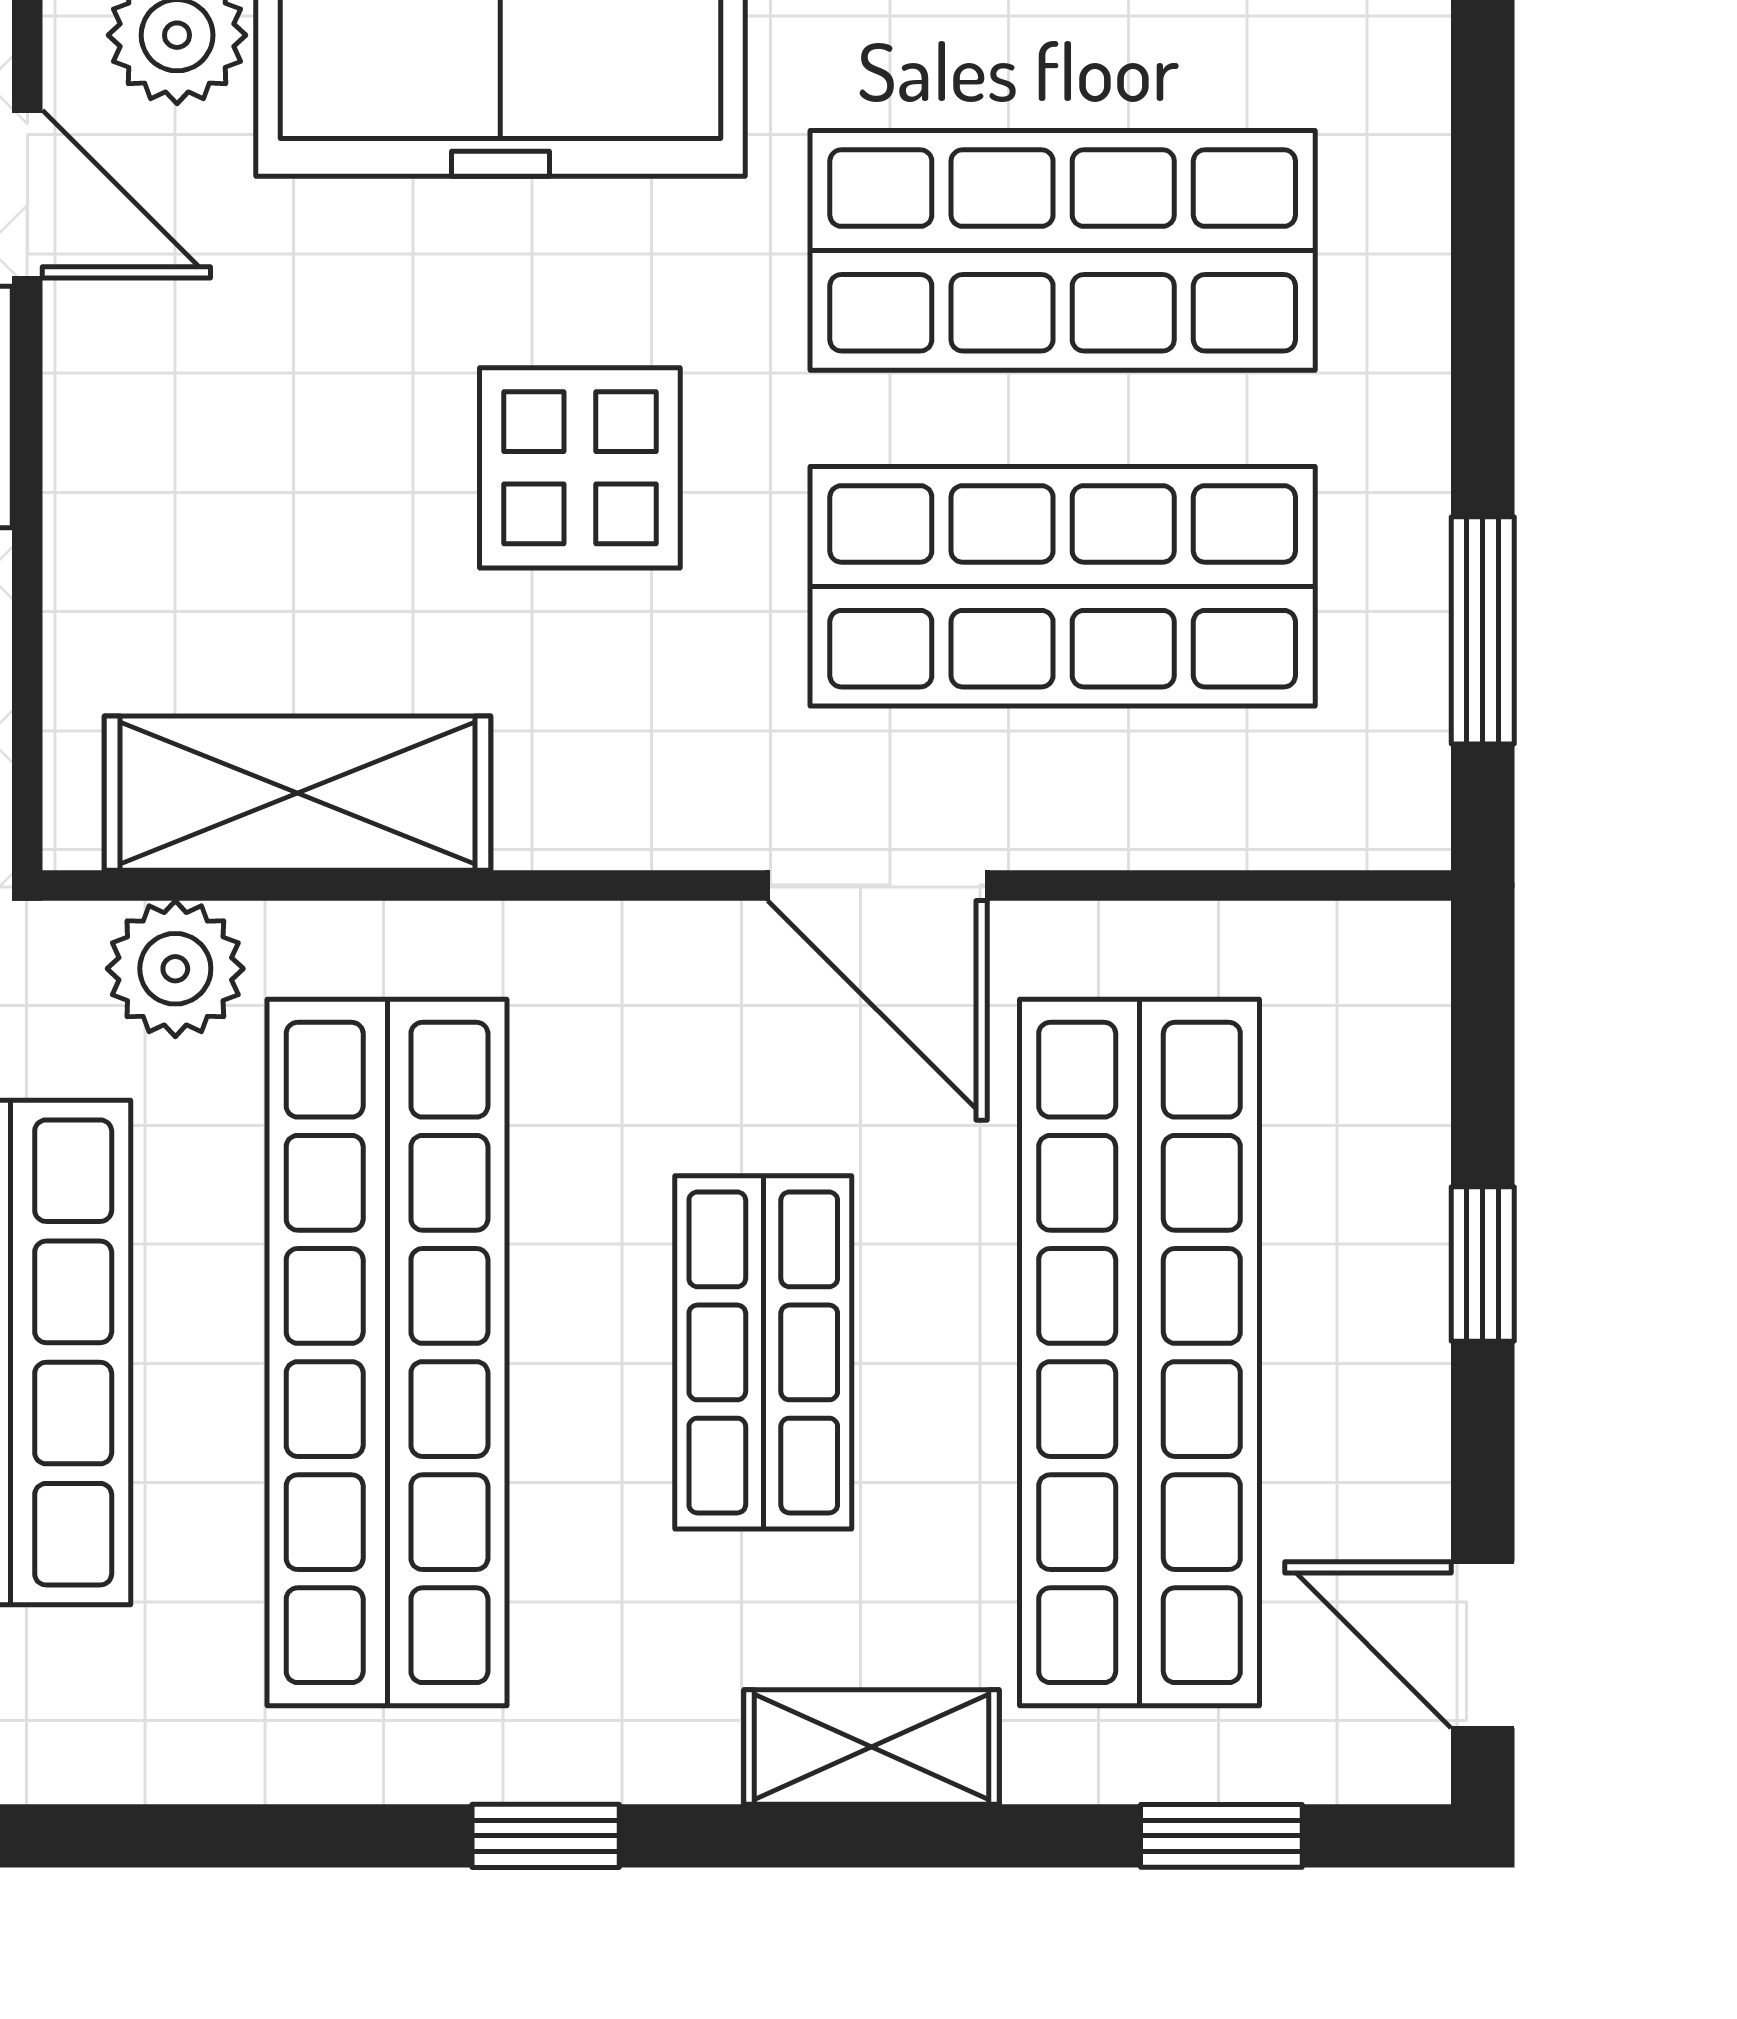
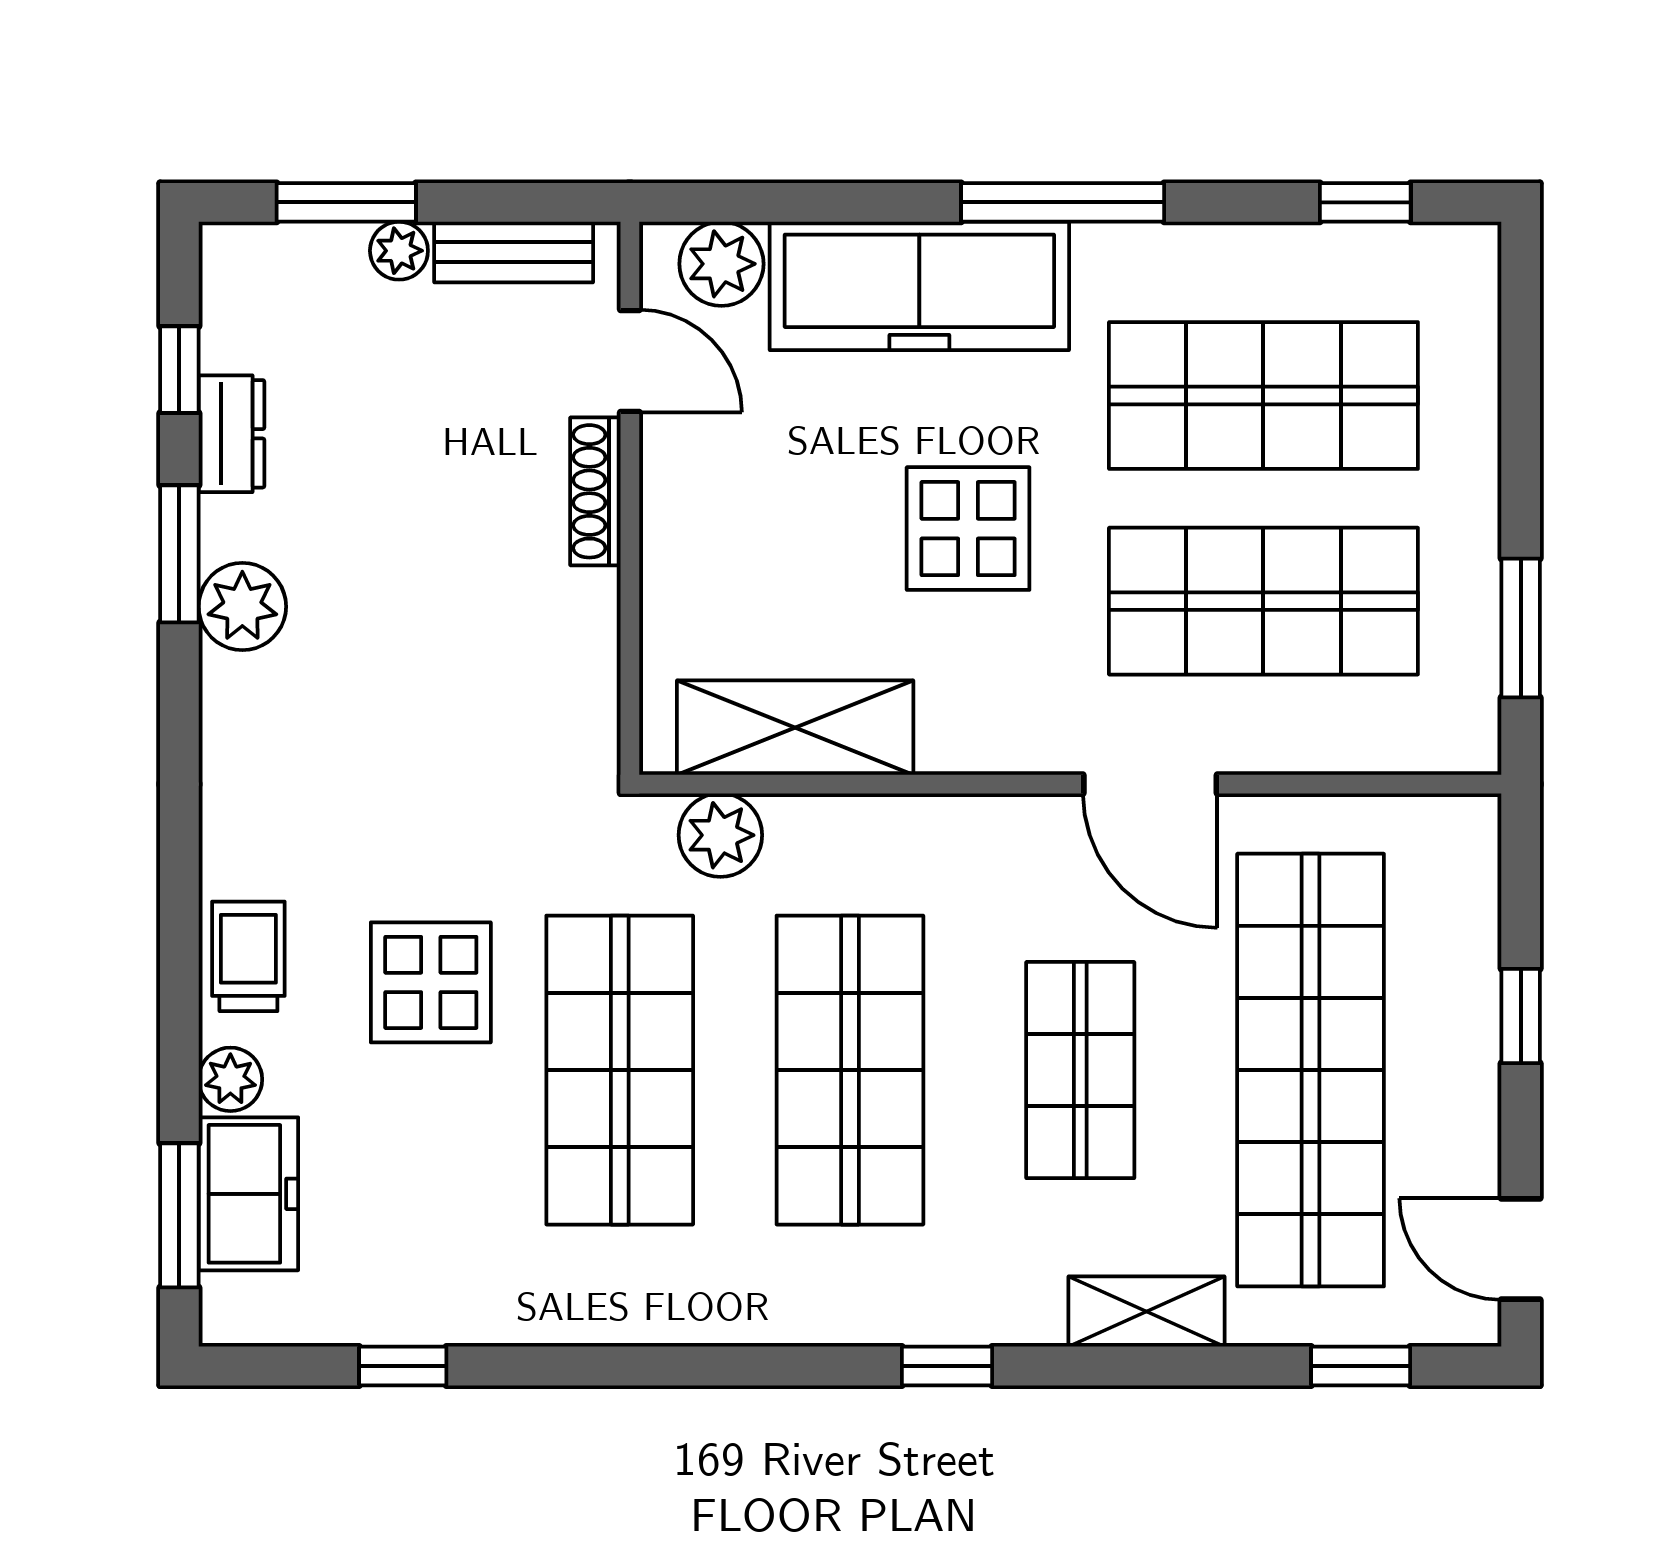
shop shelf: (387, 1352) -> (850, 1070), width x0.71

